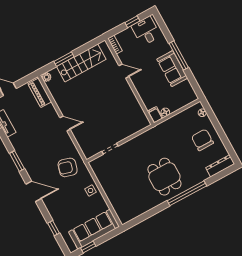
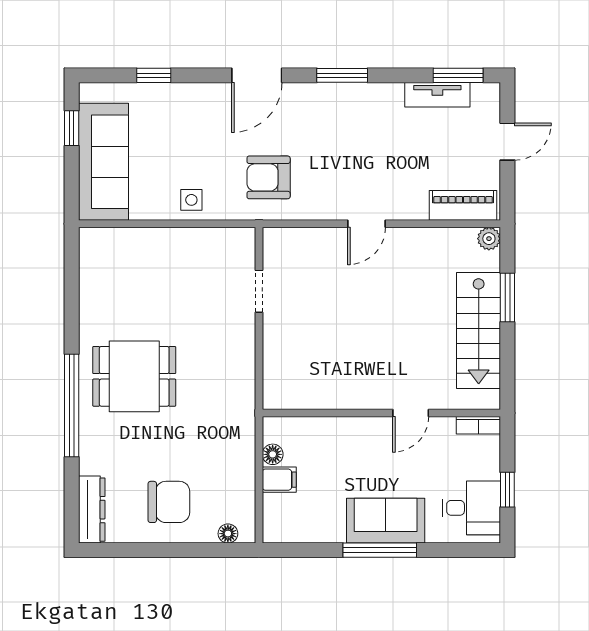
sofa: (172, 69) -> (386, 521), moved
filing cabinet: (155, 115) -> (279, 480), moved
armchair: (68, 167) -> (269, 177), turned -106

